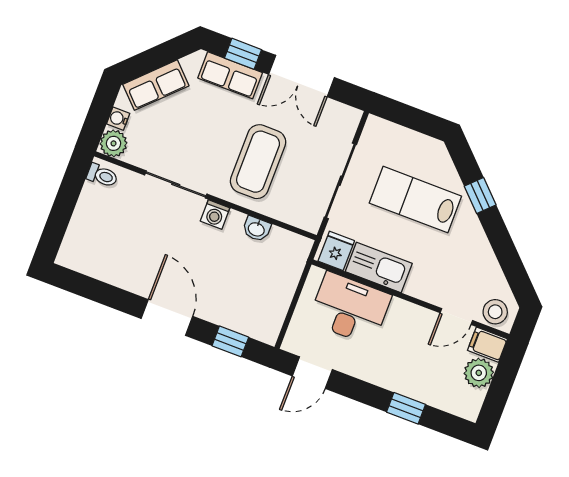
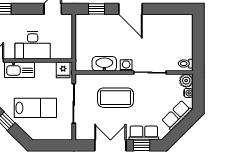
coffee table: (258, 162) -> (116, 98), turned 90
washbasin: (256, 229) -> (104, 64), width x1.91, depth x1.45
kitchen sink: (379, 267) -> (19, 70), moved
desk: (350, 309) -> (33, 45), moved

